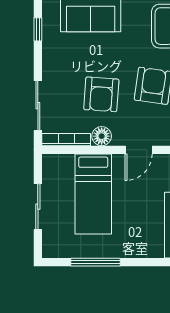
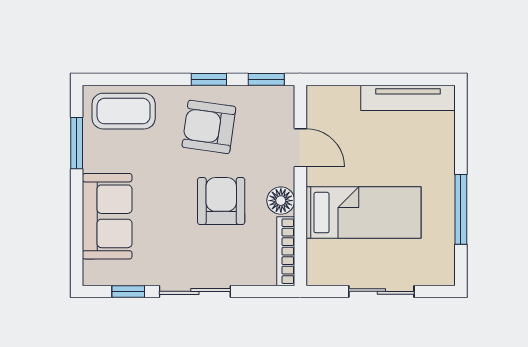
armchair: (101, 94) -> (221, 201), turned -94
sliding door: (38, 106) -> (195, 291), moved

